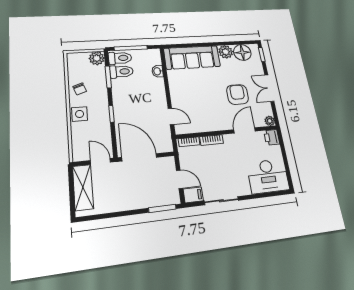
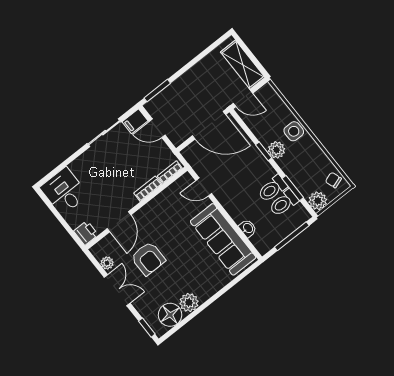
sofa: (192, 57) -> (223, 239), moved, turned -90
toilet: (120, 58) -> (272, 189), moved
chair: (80, 89) -> (333, 180), moved
plant: (101, 109) -> (277, 150), added
plant: (270, 121) -> (107, 263), moved
desk: (268, 176) -> (64, 191), width x0.73

